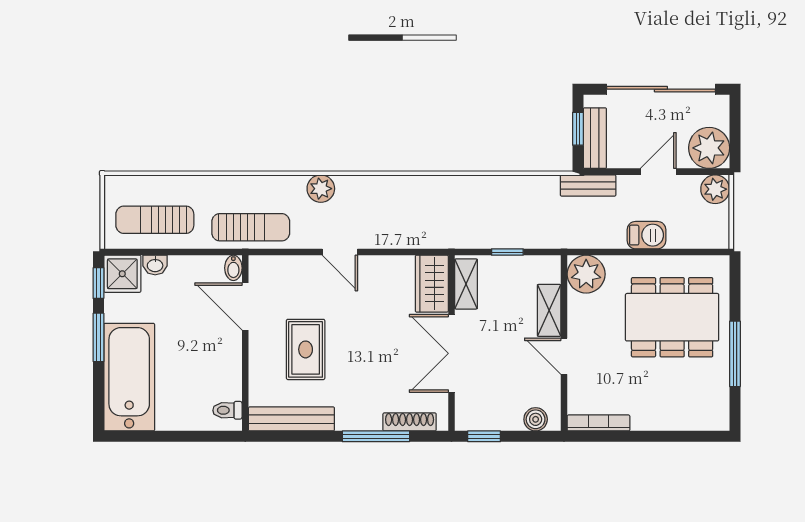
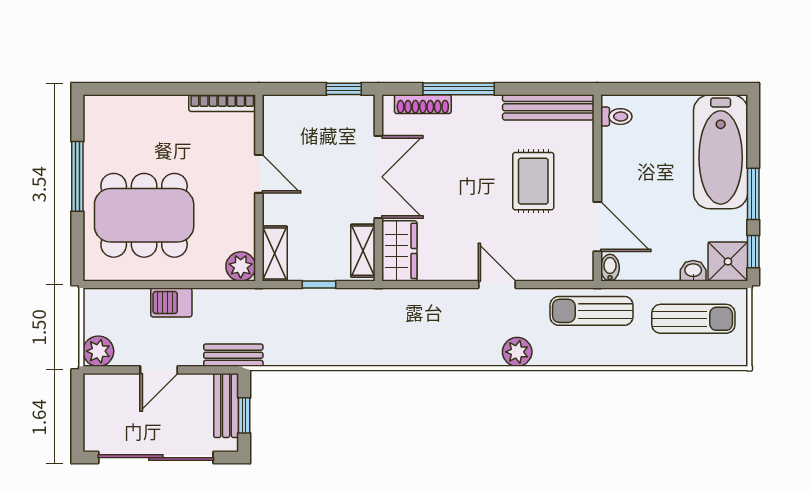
plant: (709, 148) -> (105, 395), removed
plant: (586, 274) -> (241, 266), width x0.73, depth x0.73
shelving: (549, 310) -> (275, 254), moved
boiler: (536, 419) -> (289, 107), removed

